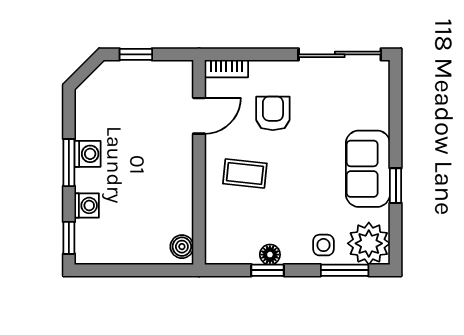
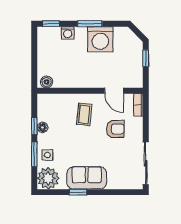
washing machine: (88, 154) -> (100, 39), width x1.89, depth x1.89
window: (345, 270) -> (34, 154), moved

